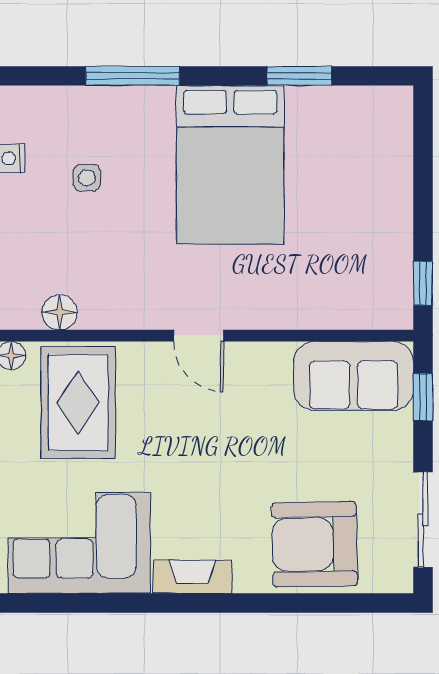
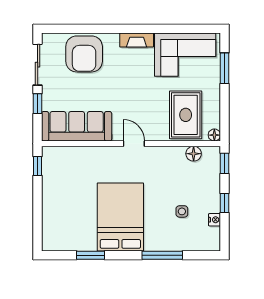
sofa: (354, 376) -> (77, 126), width x1.36
window: (423, 397) -> (38, 104), moved
armchair: (315, 544) -> (84, 54), turned 91

